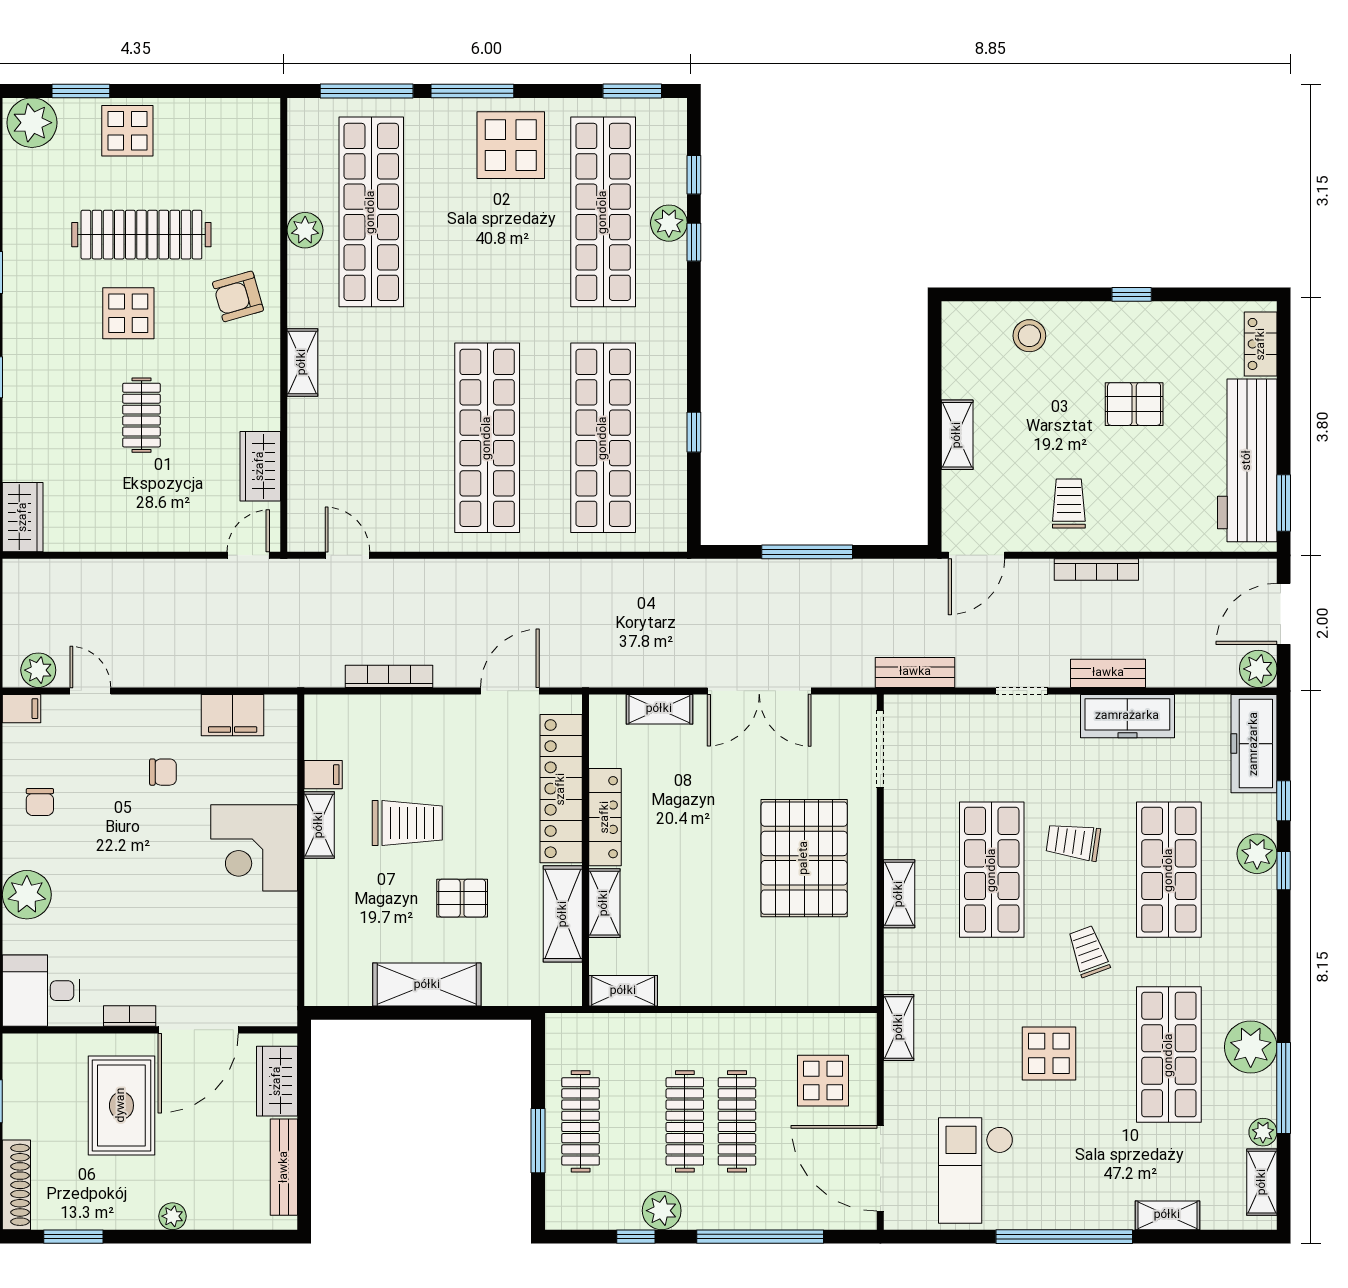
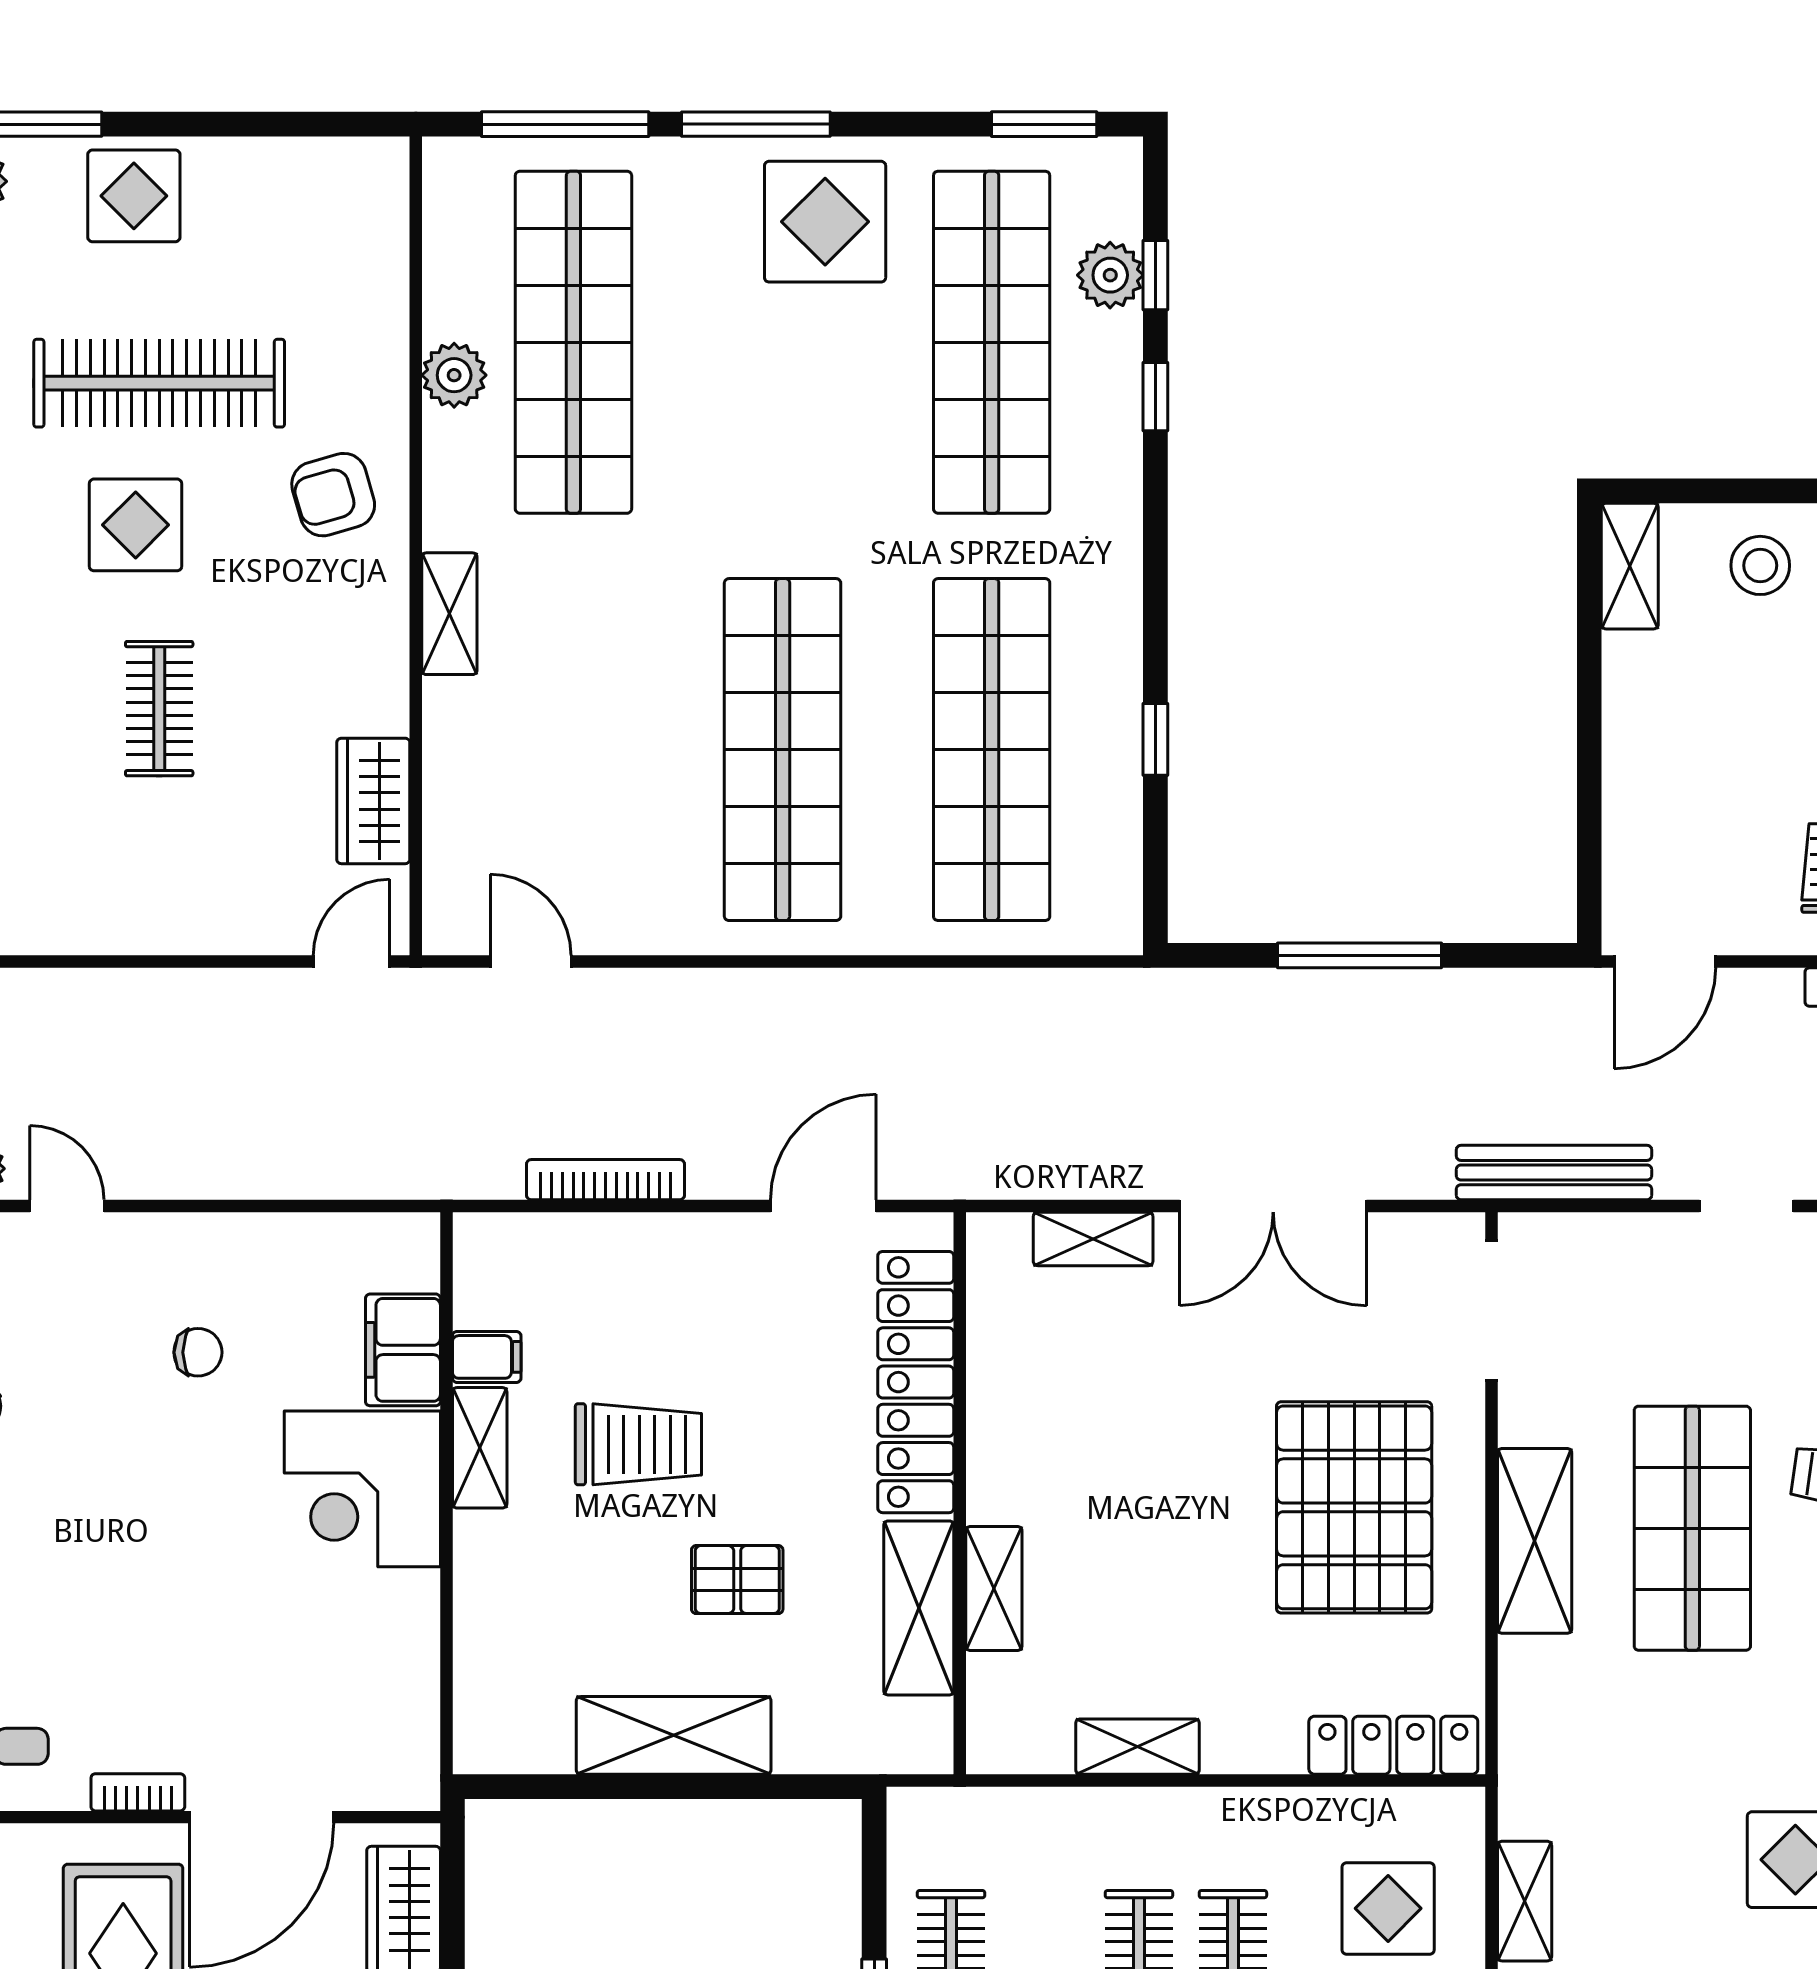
plant: (669, 223) -> (1110, 275), moved
shelving: (957, 435) -> (1630, 566), moved
bench: (915, 672) -> (1554, 1173), width x1.36
filing cabinet: (233, 715) -> (403, 1350), moved, turned 90
locker: (605, 817) -> (1393, 1745), moved, turned -90
shelving: (899, 894) -> (1535, 1541), width x1.50, depth x1.33
shelving: (623, 991) -> (1137, 1747), moved
shelving: (899, 1027) -> (1525, 1901), moved

